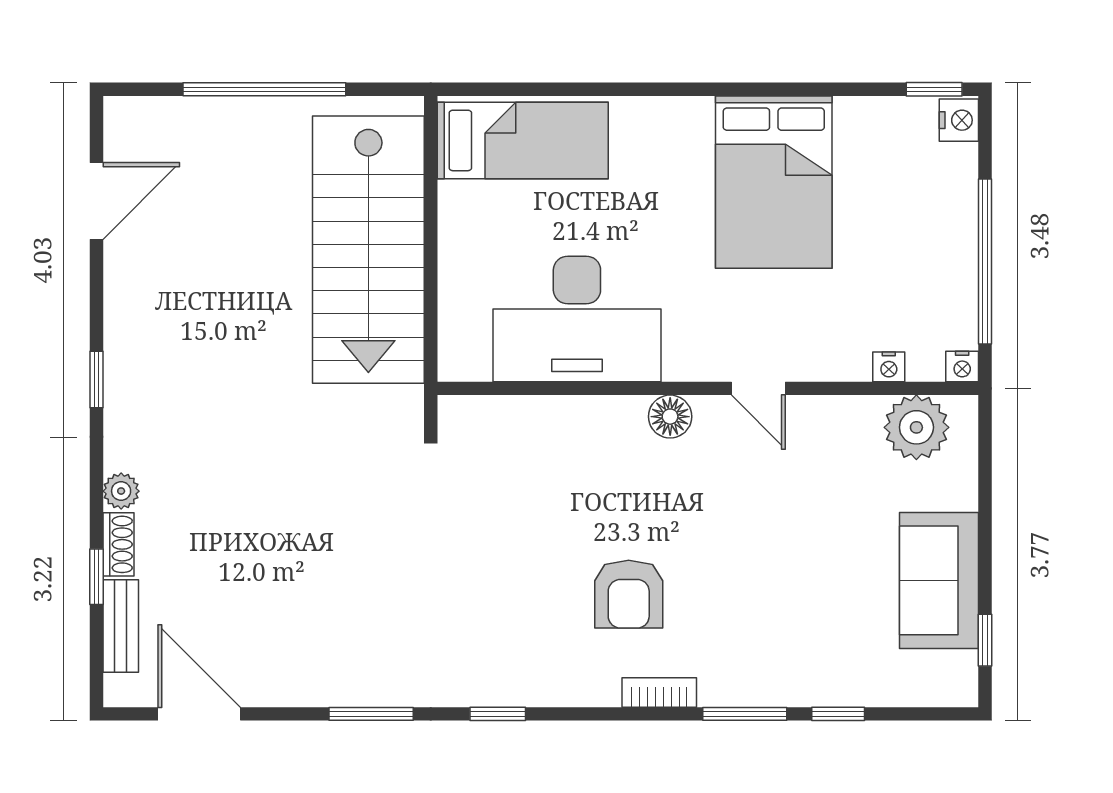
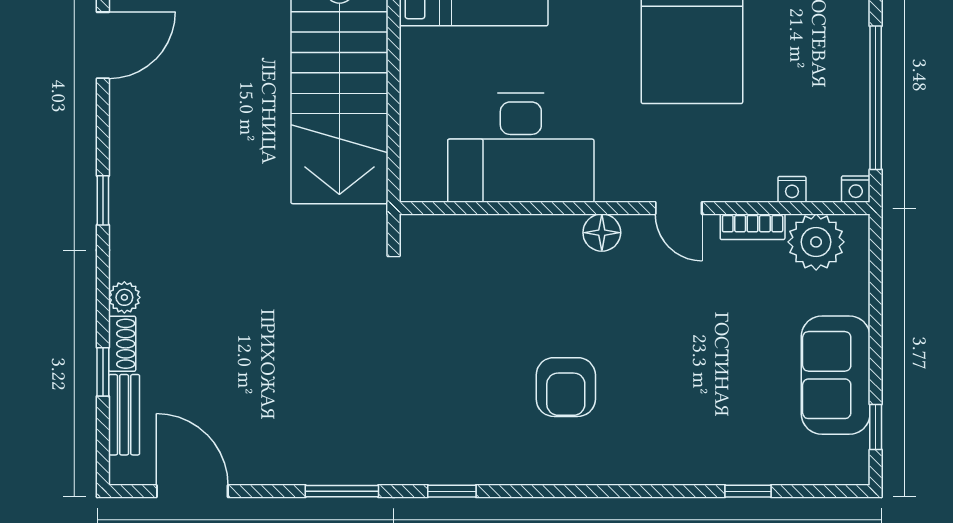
bookcase: (659, 692) -> (753, 227), moved, turned 180
window: (745, 714) -> (667, 491), removed

